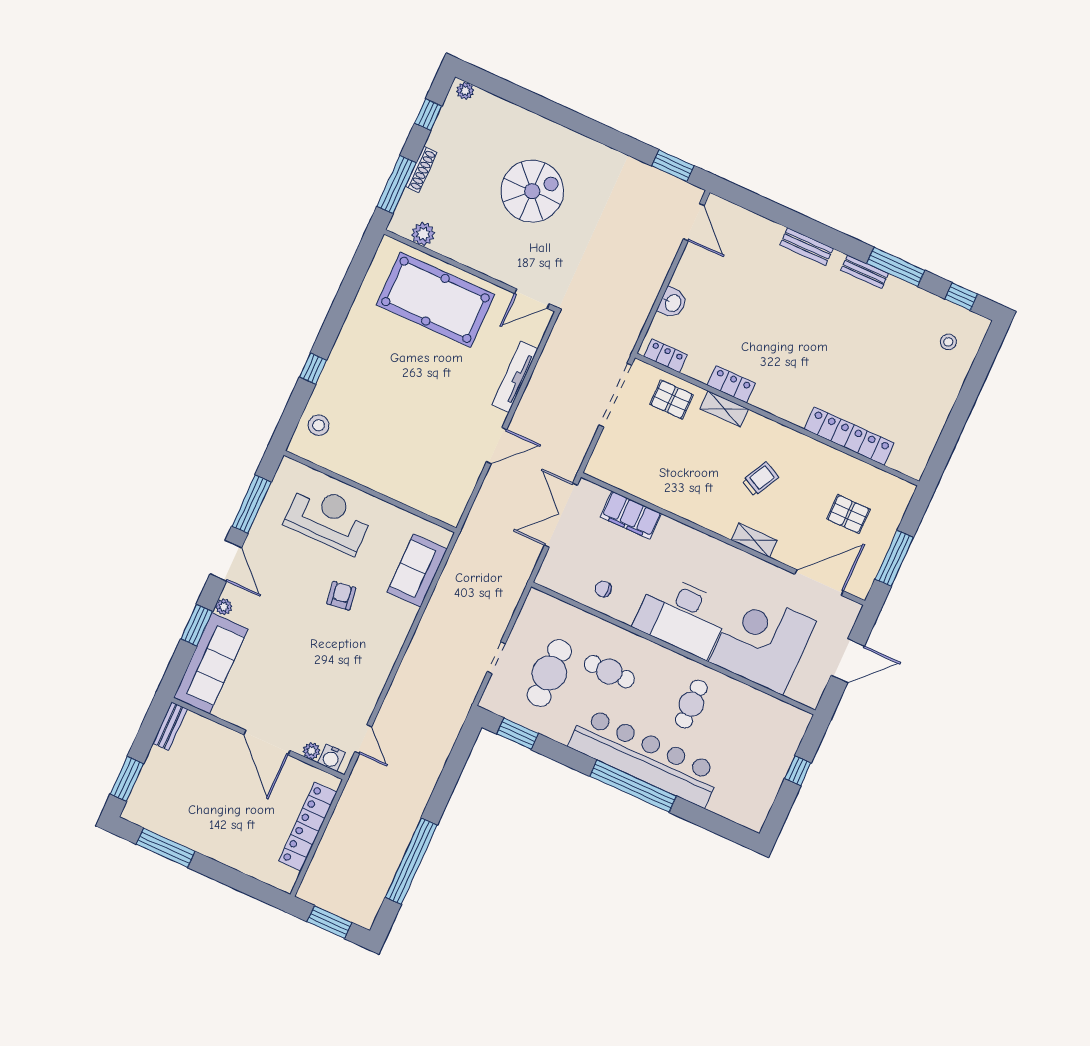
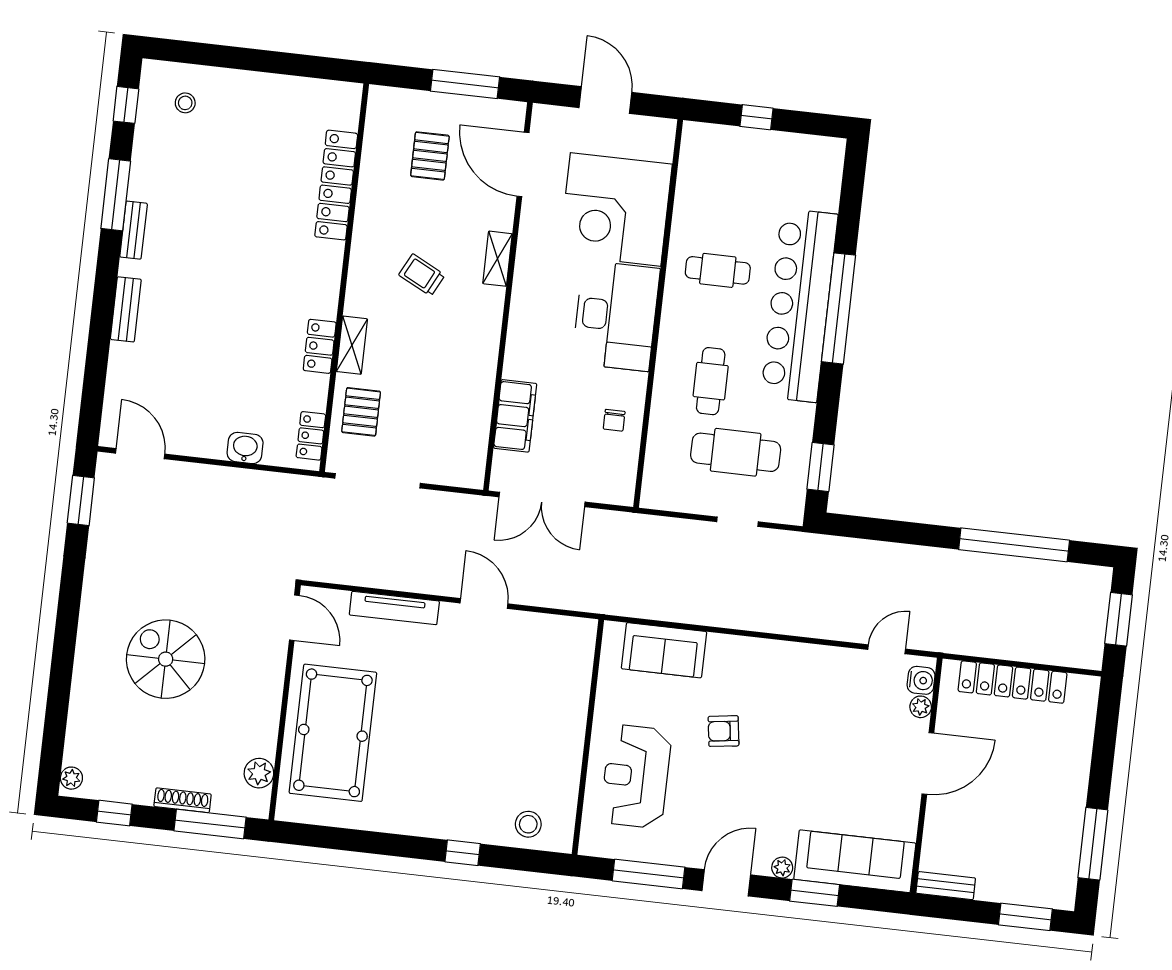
door: (694, 222) -> (140, 454), hinge flipped

